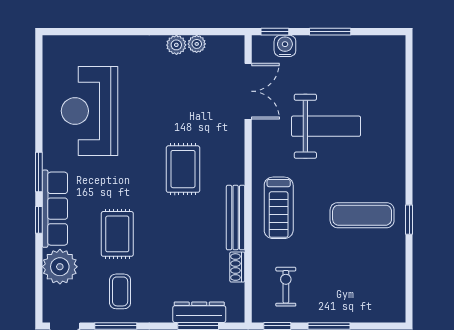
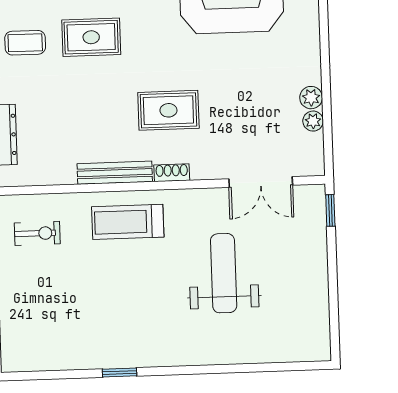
window: (330, 32) -> (333, 274), removed
water cooler: (285, 46) -> (314, 223), removed
weight bench: (326, 126) -> (224, 273), turned 180
exercise mat: (362, 215) -> (123, 318), removed
shoe rack: (237, 267) -> (172, 173), moved

